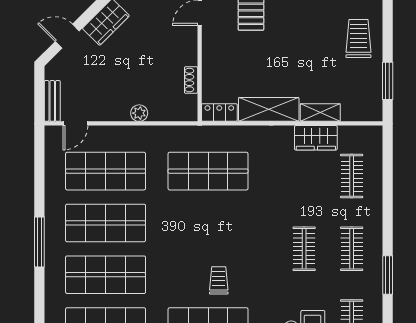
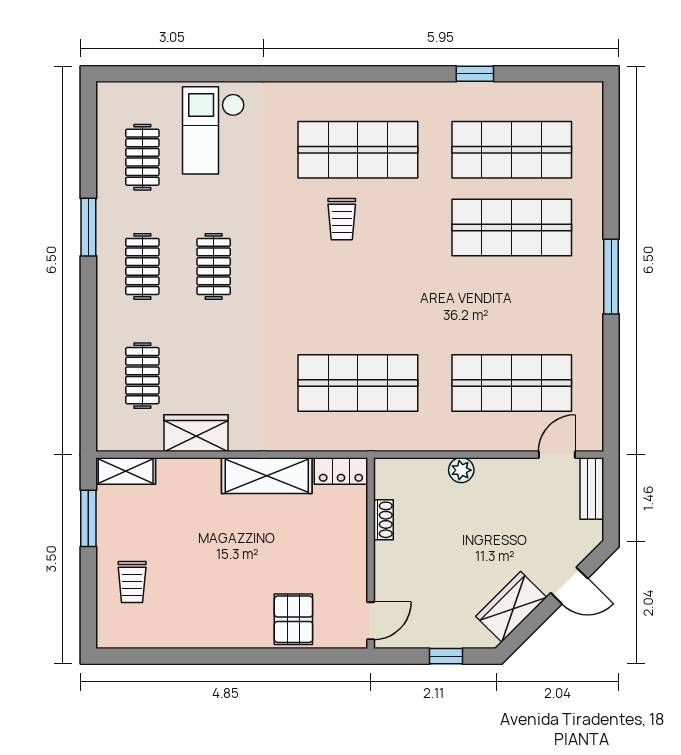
trolley: (358, 39) -> (132, 582), width x0.73, depth x0.72
shelving: (320, 113) -> (126, 471), moved
shop shelf: (106, 223) -> (512, 305), removed

